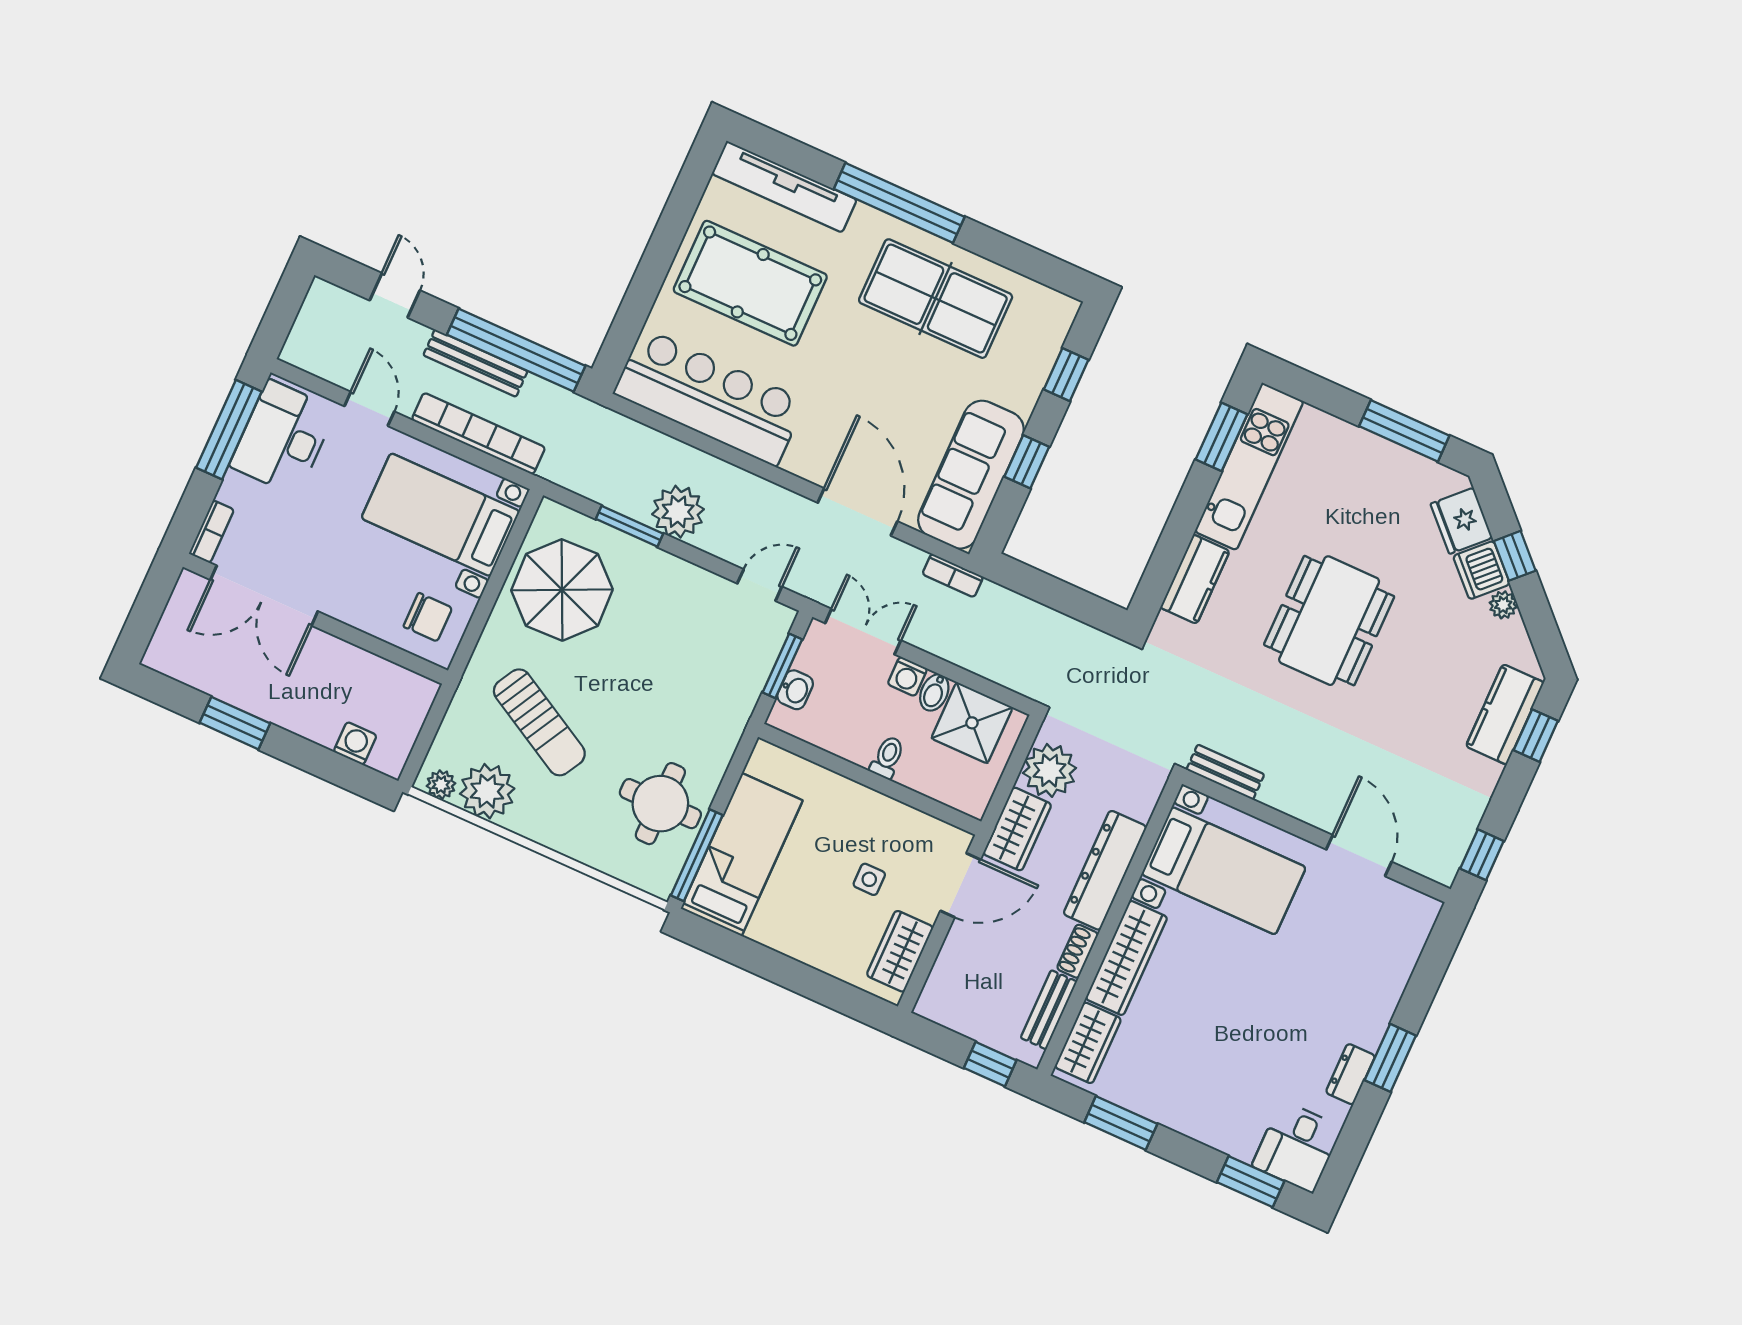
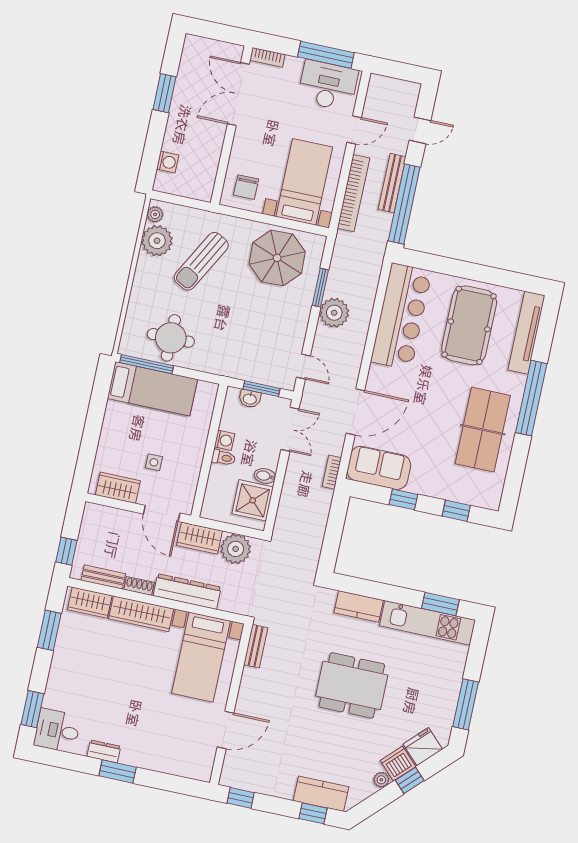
sofa: (971, 475) -> (379, 468), width x0.73
washing machine: (907, 676) -> (224, 440), moved, turned 180

